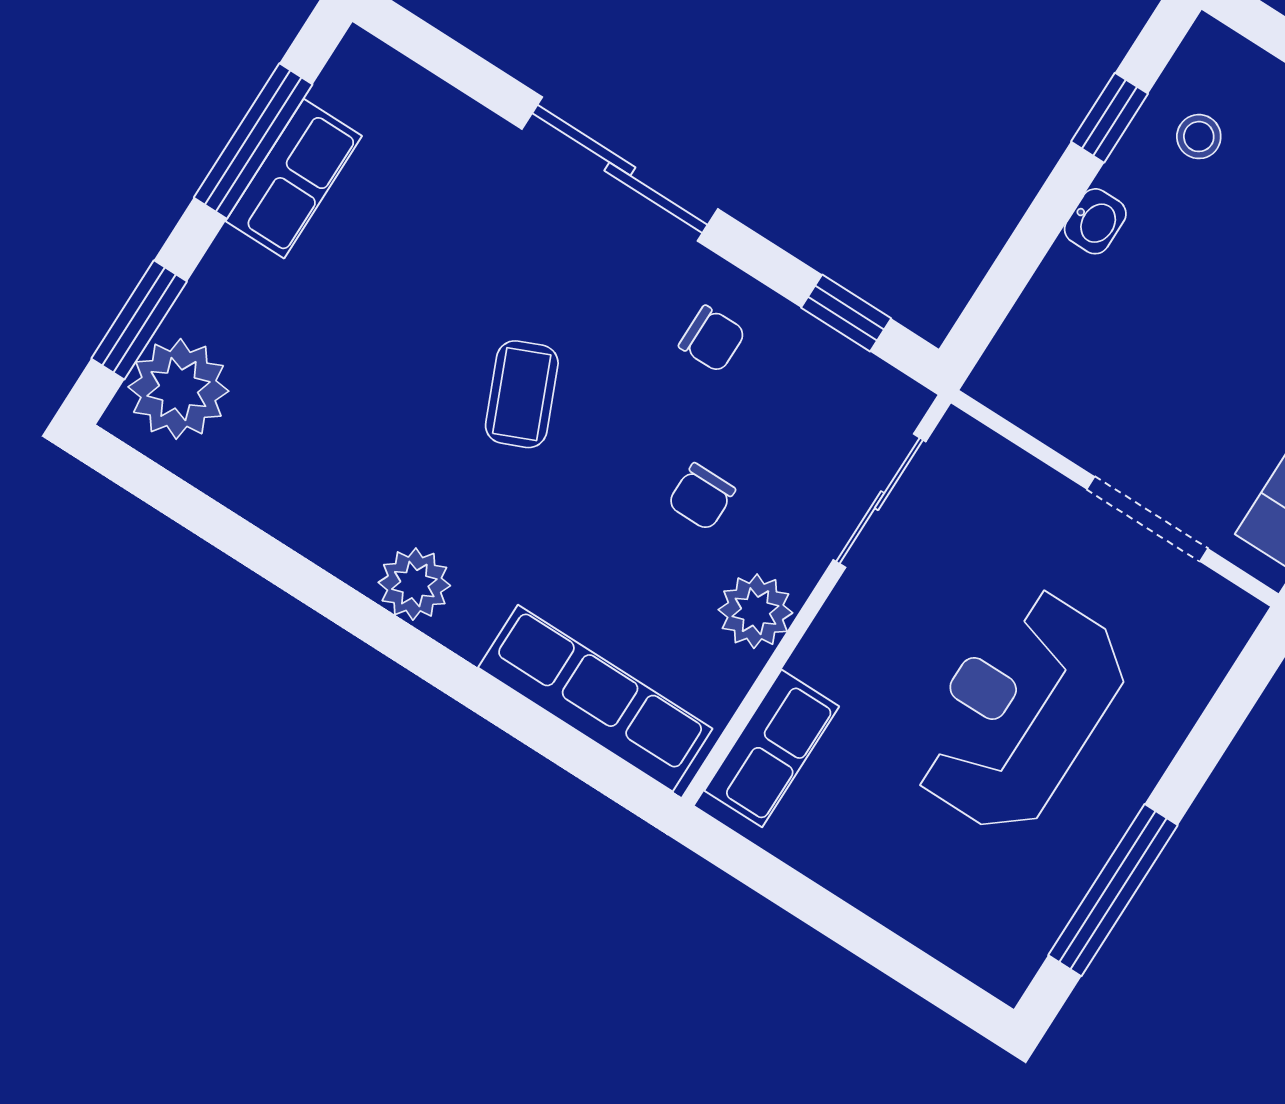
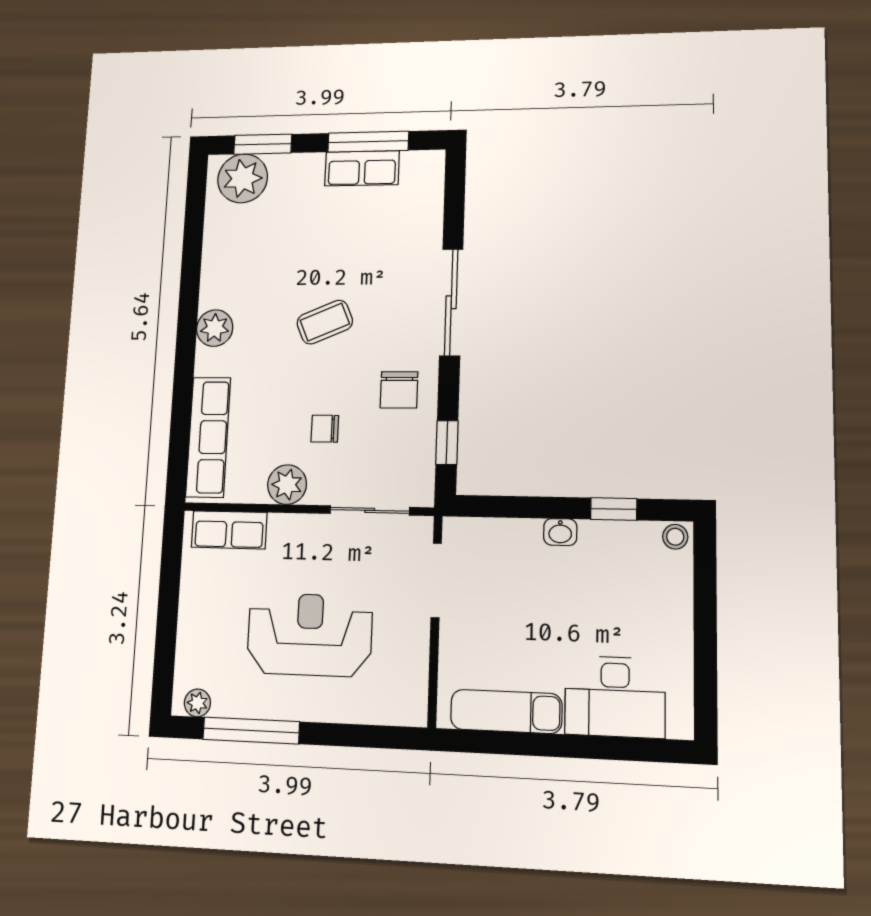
stool: (1199, 137) -> (675, 537), moved
chair: (712, 339) -> (399, 390), width x1.37, depth x1.37
doorway: (1147, 519) -> (436, 580), moved
plant: (1019, 954) -> (197, 703), added

